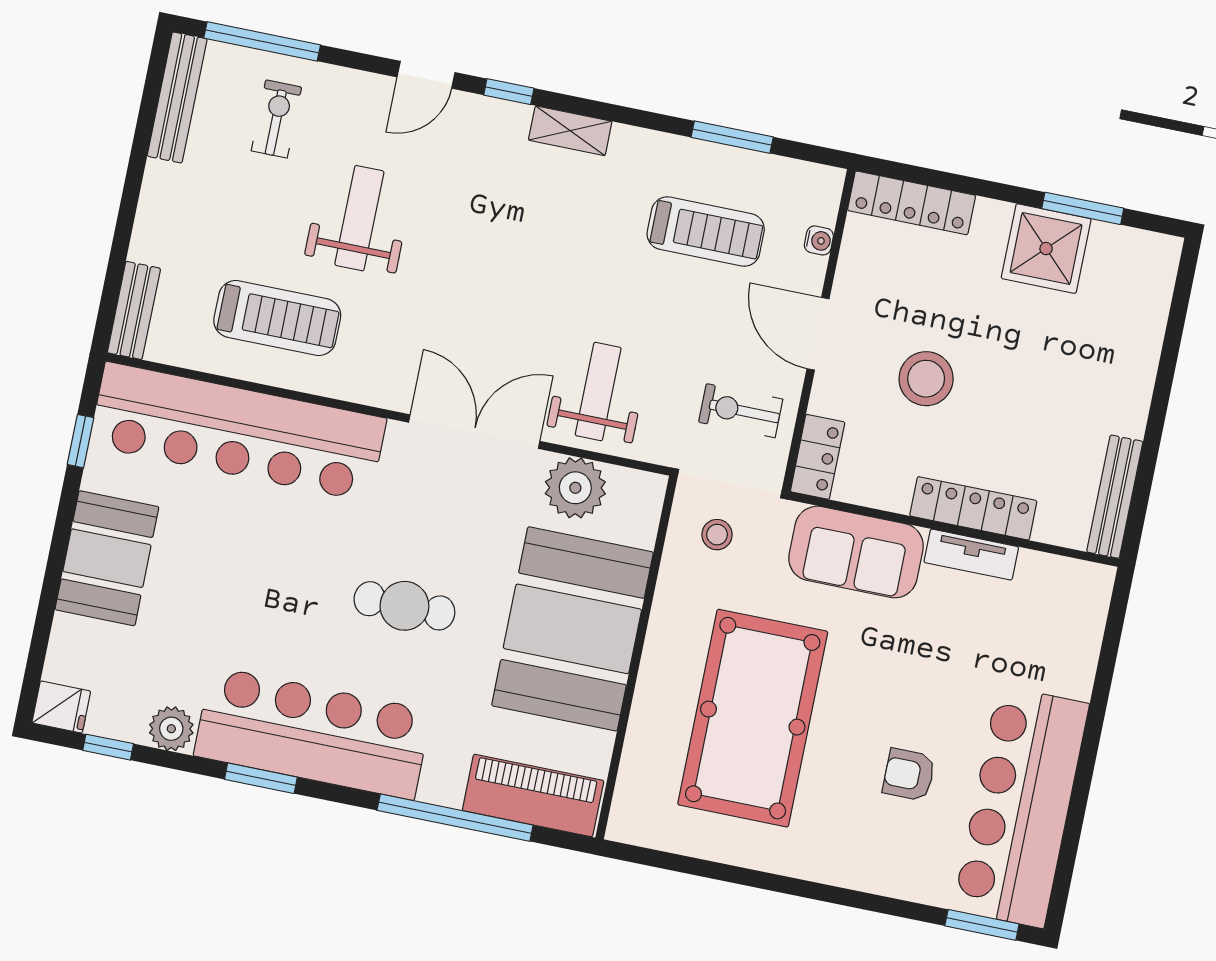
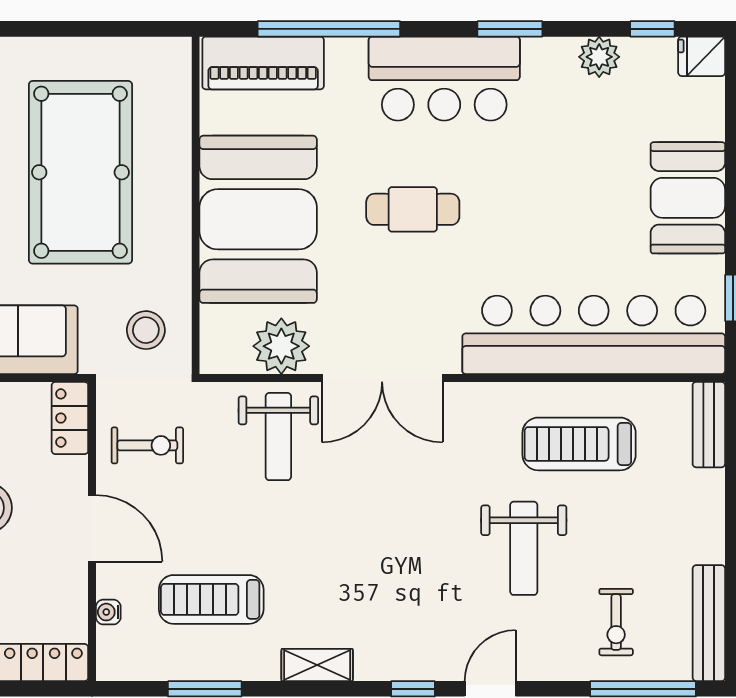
shelving: (570, 131) -> (317, 665), moved
stool: (717, 535) -> (146, 330), width x1.37, depth x1.37
bar counter: (313, 733) -> (444, 79), width x0.73

